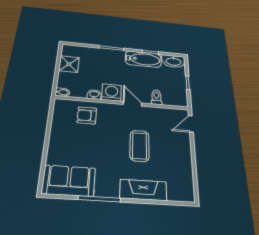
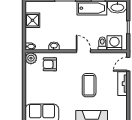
washing machine: (112, 92) -> (114, 43), moved
plant: (62, 106) -> (31, 58), added
tv unit: (185, 147) -> (123, 84), added

